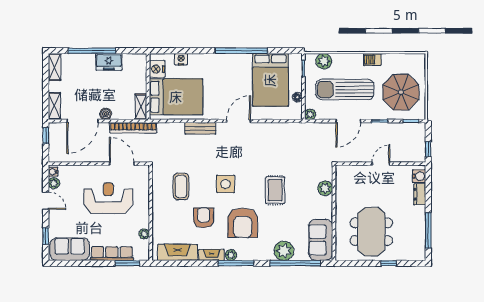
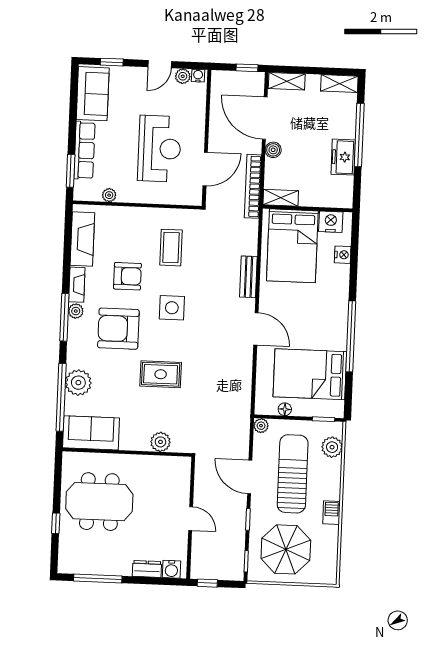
coffee table: (181, 186) -> (171, 248), turned 90

